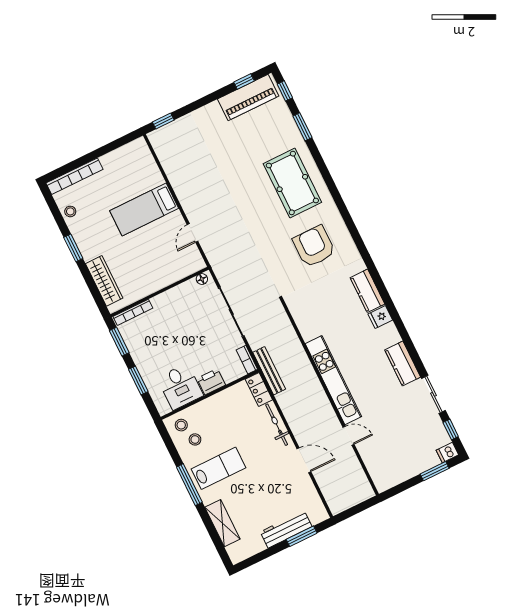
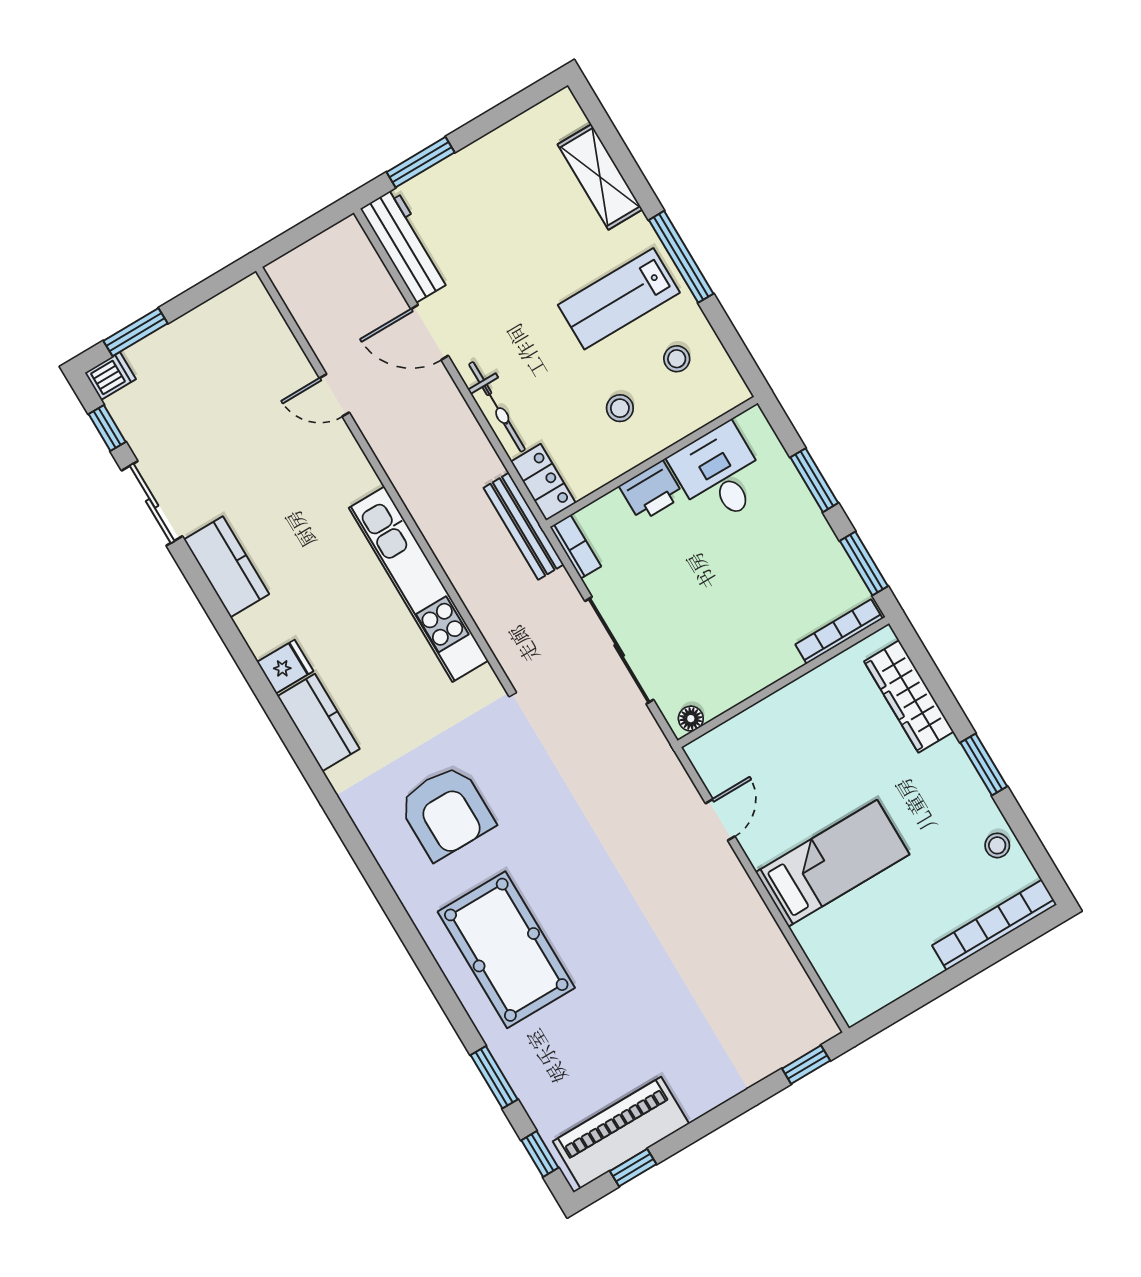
kitchen unit: (333, 380) -> (418, 584), moved
stool: (181, 425) -> (620, 408), moved
workbench: (286, 529) -> (406, 245), moved, turned -90

